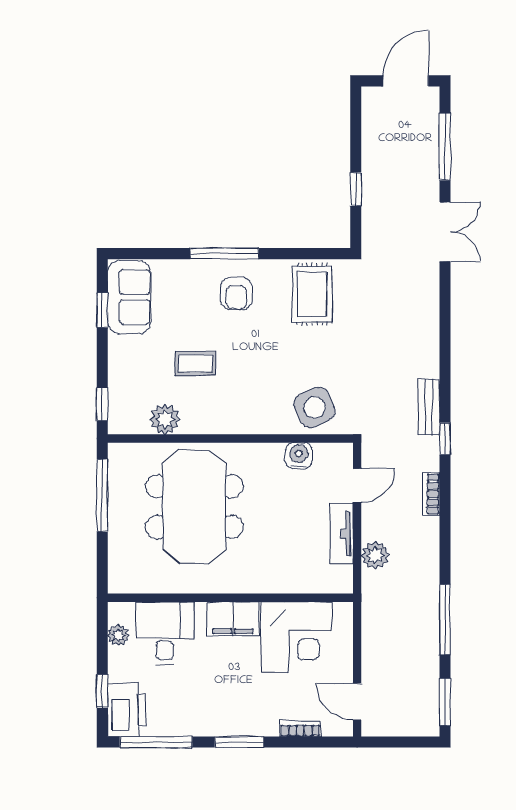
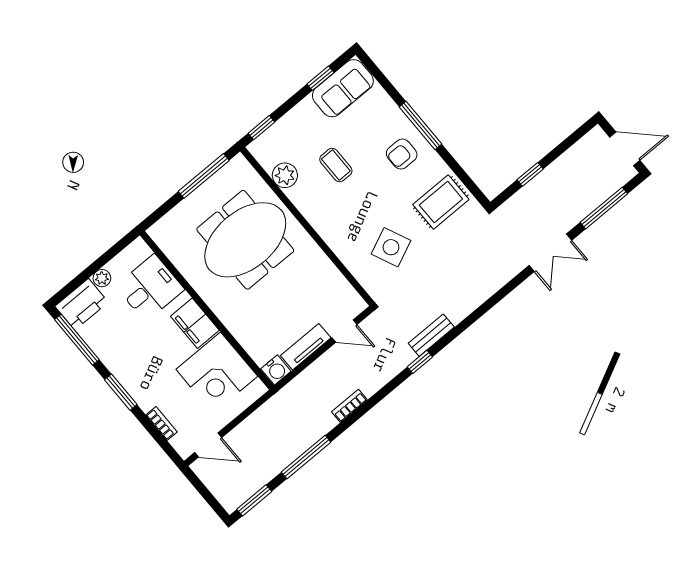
side table: (315, 407) -> (391, 247), moved
water cooler: (299, 456) -> (276, 370), moved, turned 90
bookcase: (431, 494) -> (349, 406), moved
plant: (375, 555) -> (310, 379), removed
plant: (118, 635) -> (102, 278), moved
window: (102, 691) -> (81, 279), removed
door: (357, 702) -> (208, 445), swing flipped

